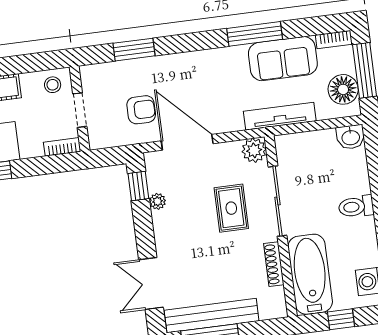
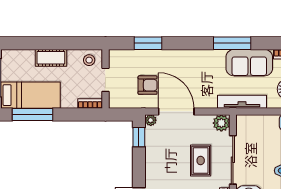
plant: (158, 201) -> (151, 120), moved

